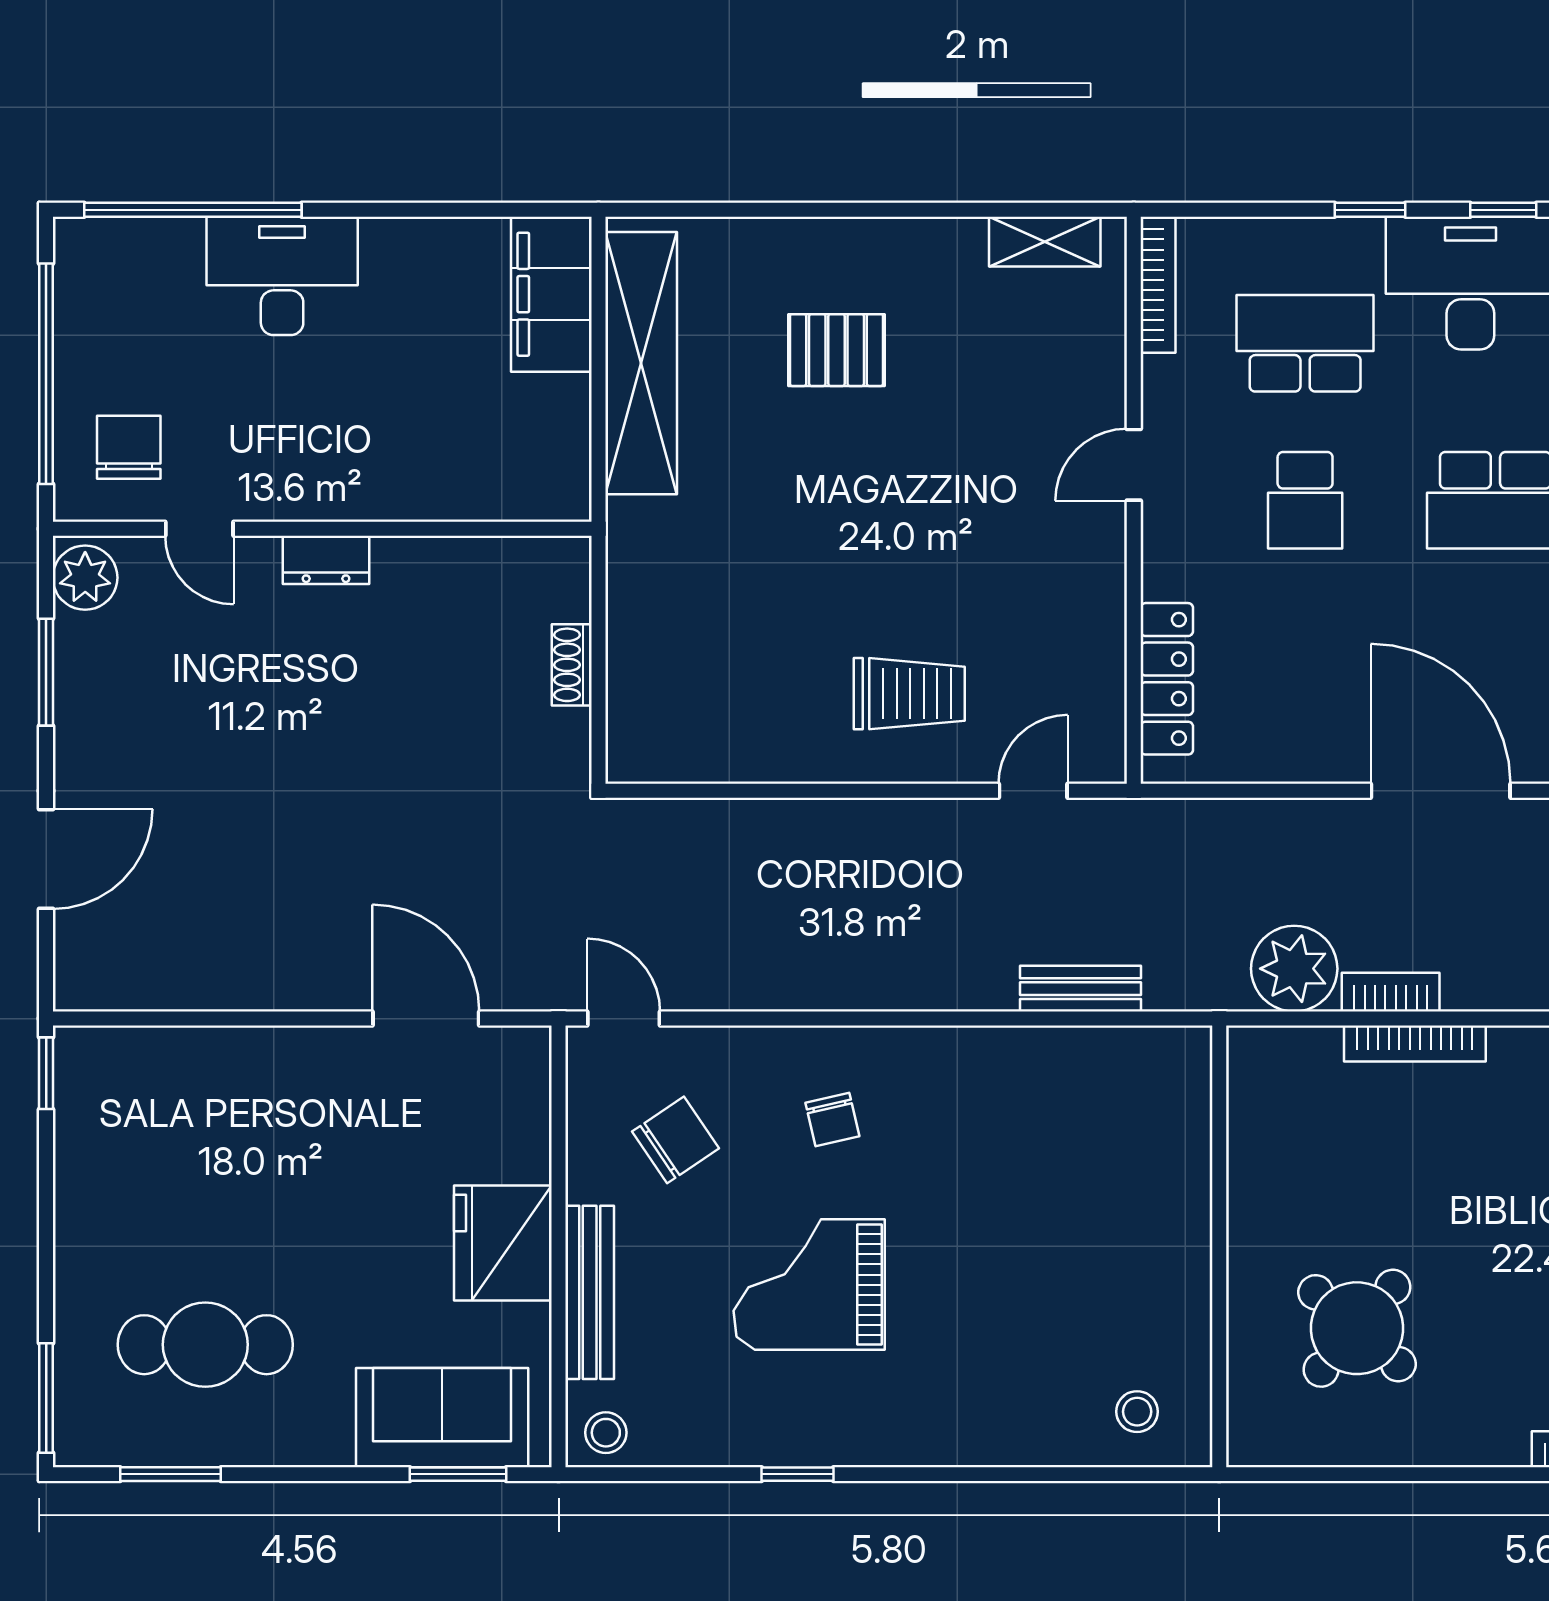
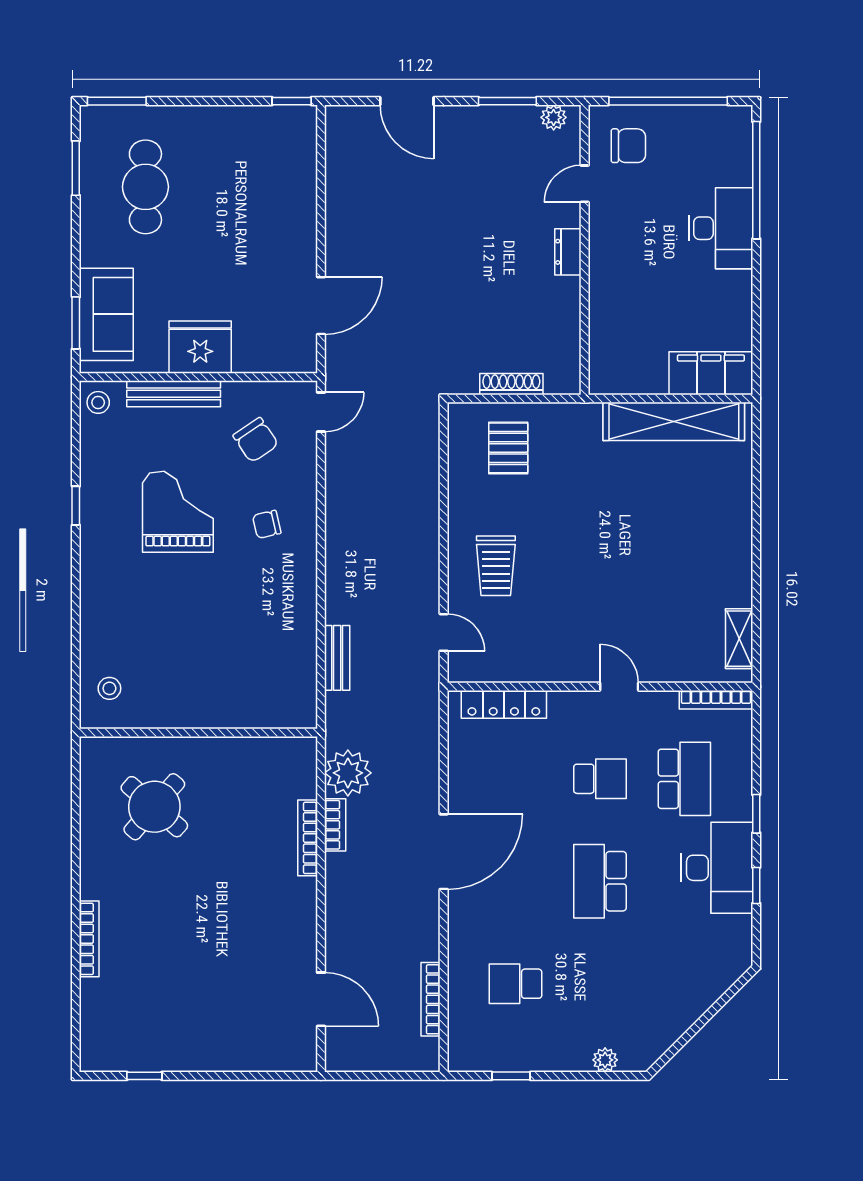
pallet: (836, 350) -> (508, 448), moved
school desk: (1305, 500) -> (600, 779), turned 180
plant: (85, 578) -> (554, 117), width x0.73, depth x0.73
shoe rack: (572, 665) -> (511, 384), width x1.43

